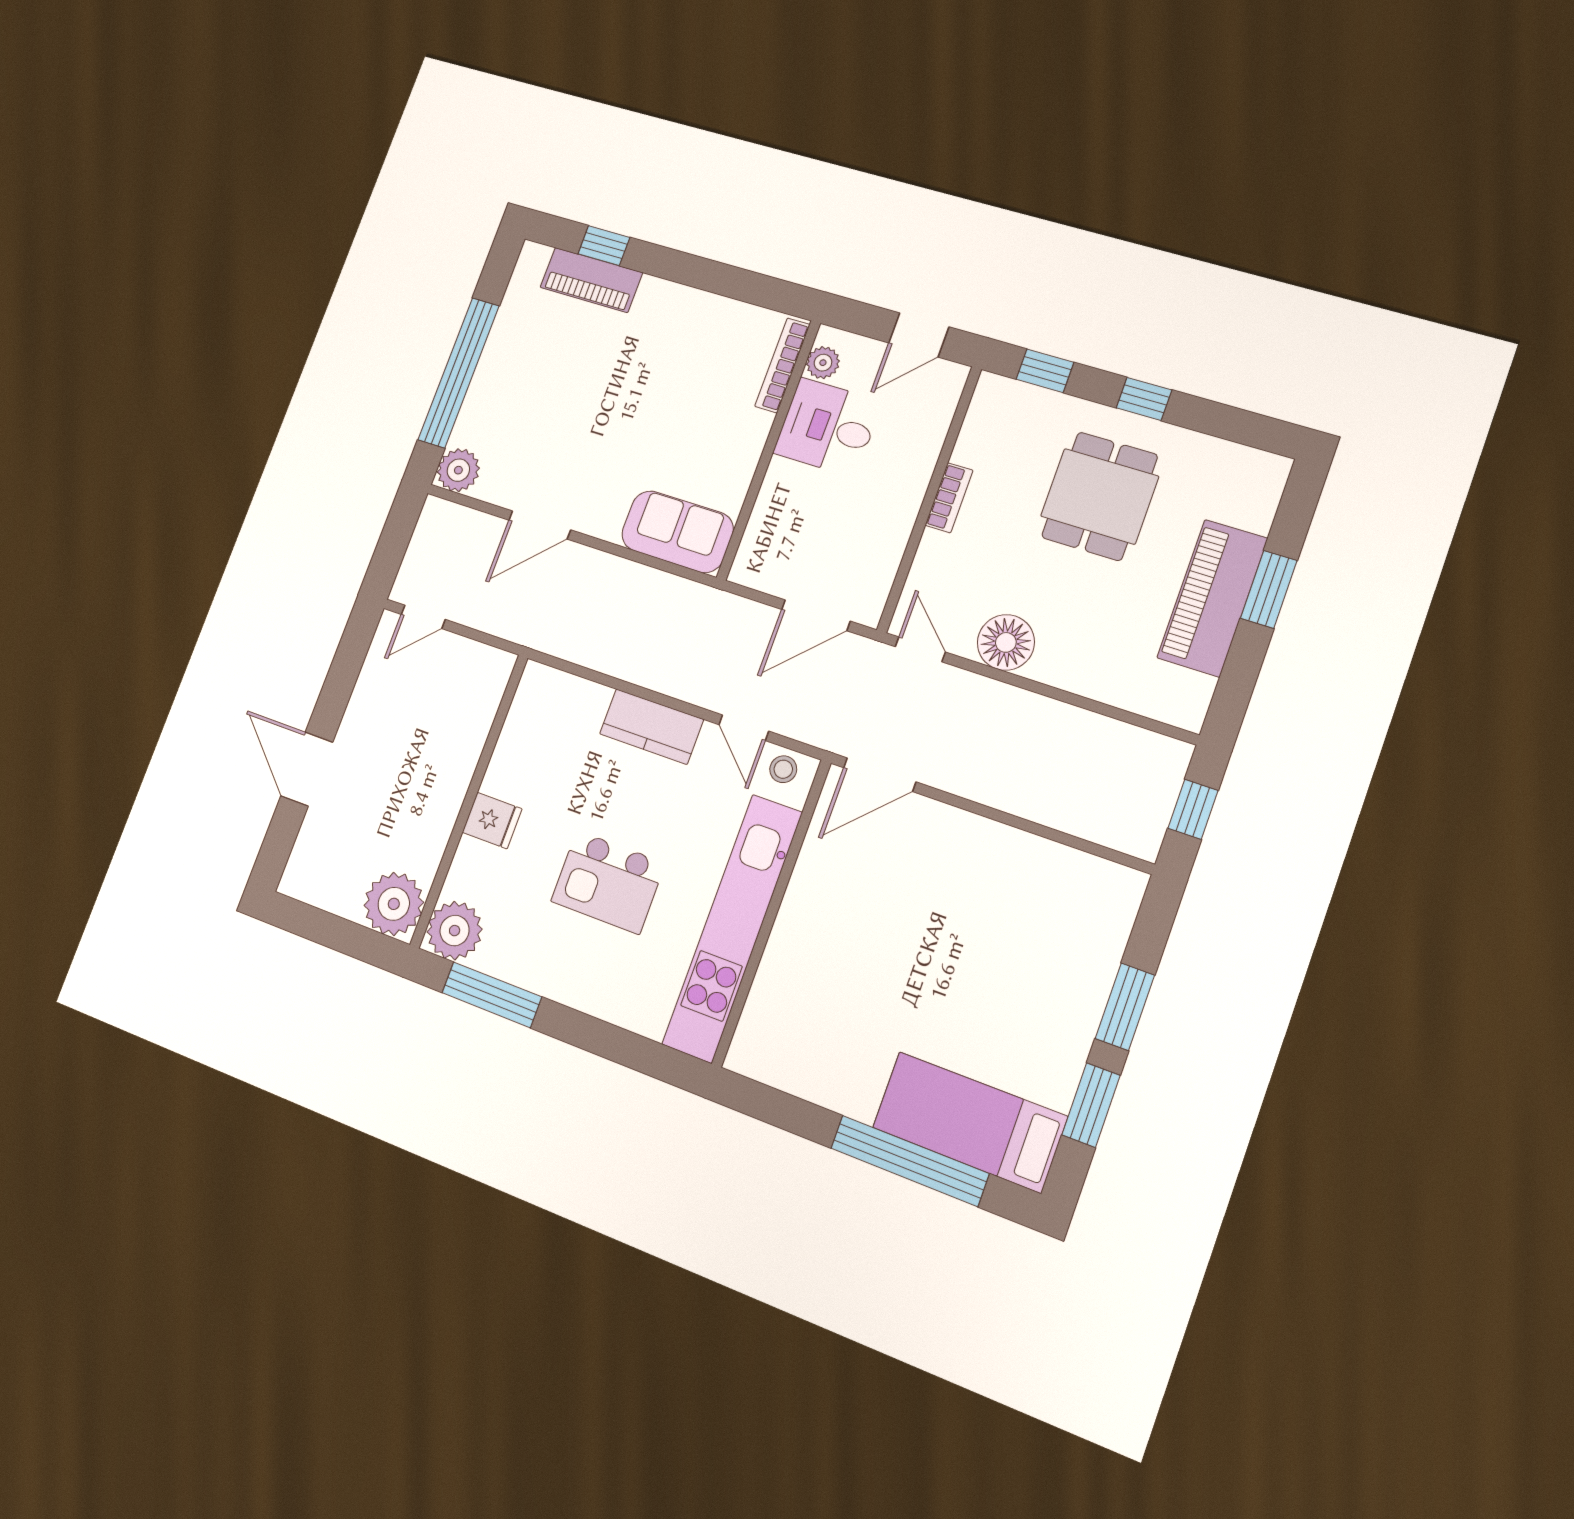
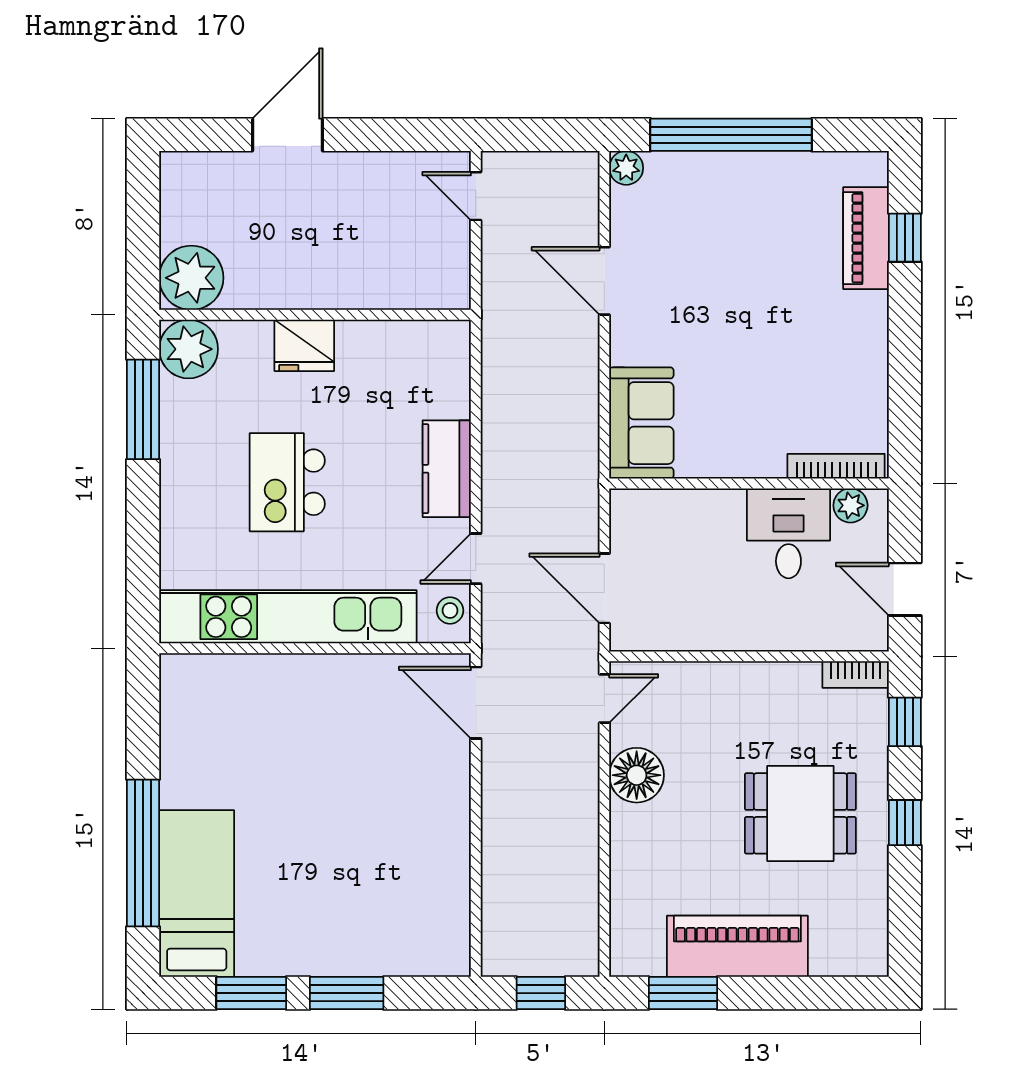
plant: (458, 470) -> (626, 168), width x0.73, depth x0.73
bookcase: (949, 498) -> (856, 674), moved
window: (1269, 589) -> (683, 993), moved
fridge: (492, 821) -> (304, 345), width x1.38

